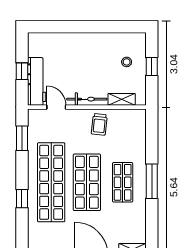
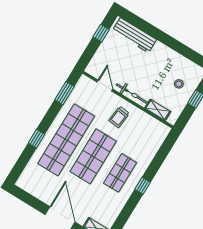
window: (22, 71) -> (101, 33), moved
workbench: (37, 81) -> (134, 35), moved, turned 90
trolley: (99, 124) -> (119, 117), moved
window: (152, 181) -> (143, 186), width x0.46

